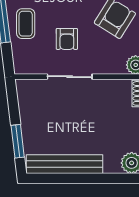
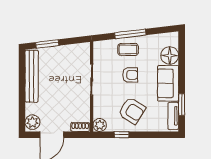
armchair: (67, 39) -> (130, 75), moved, turned 180

